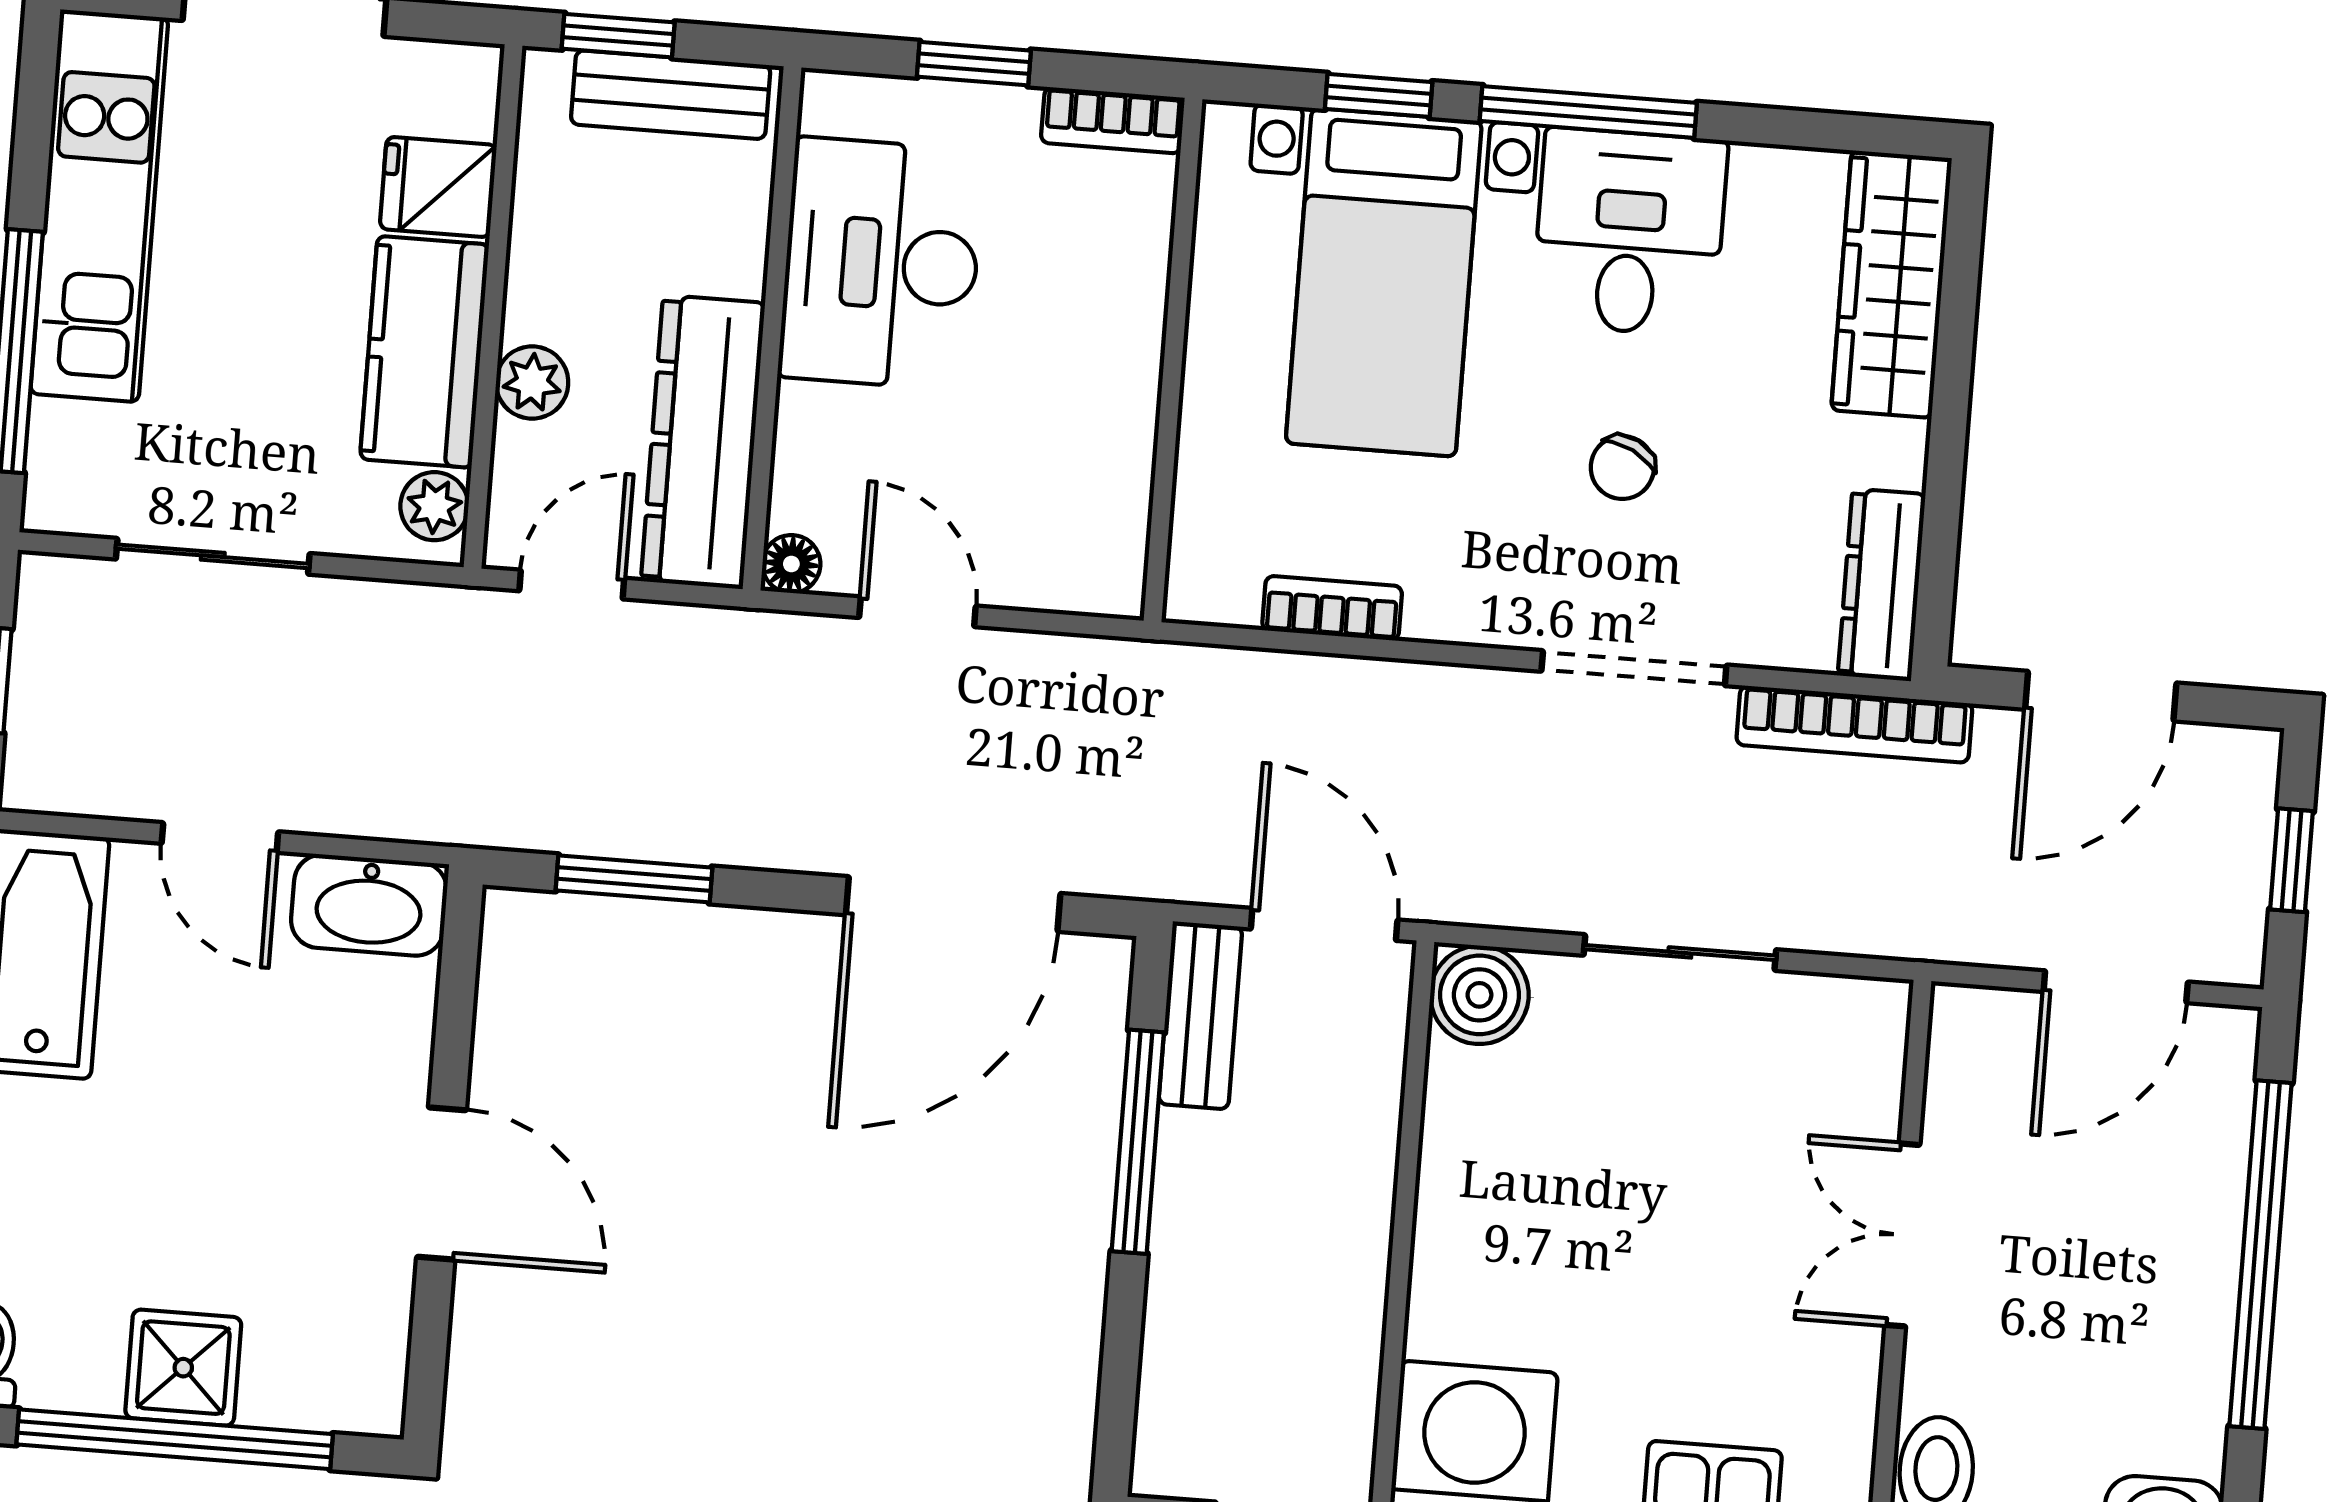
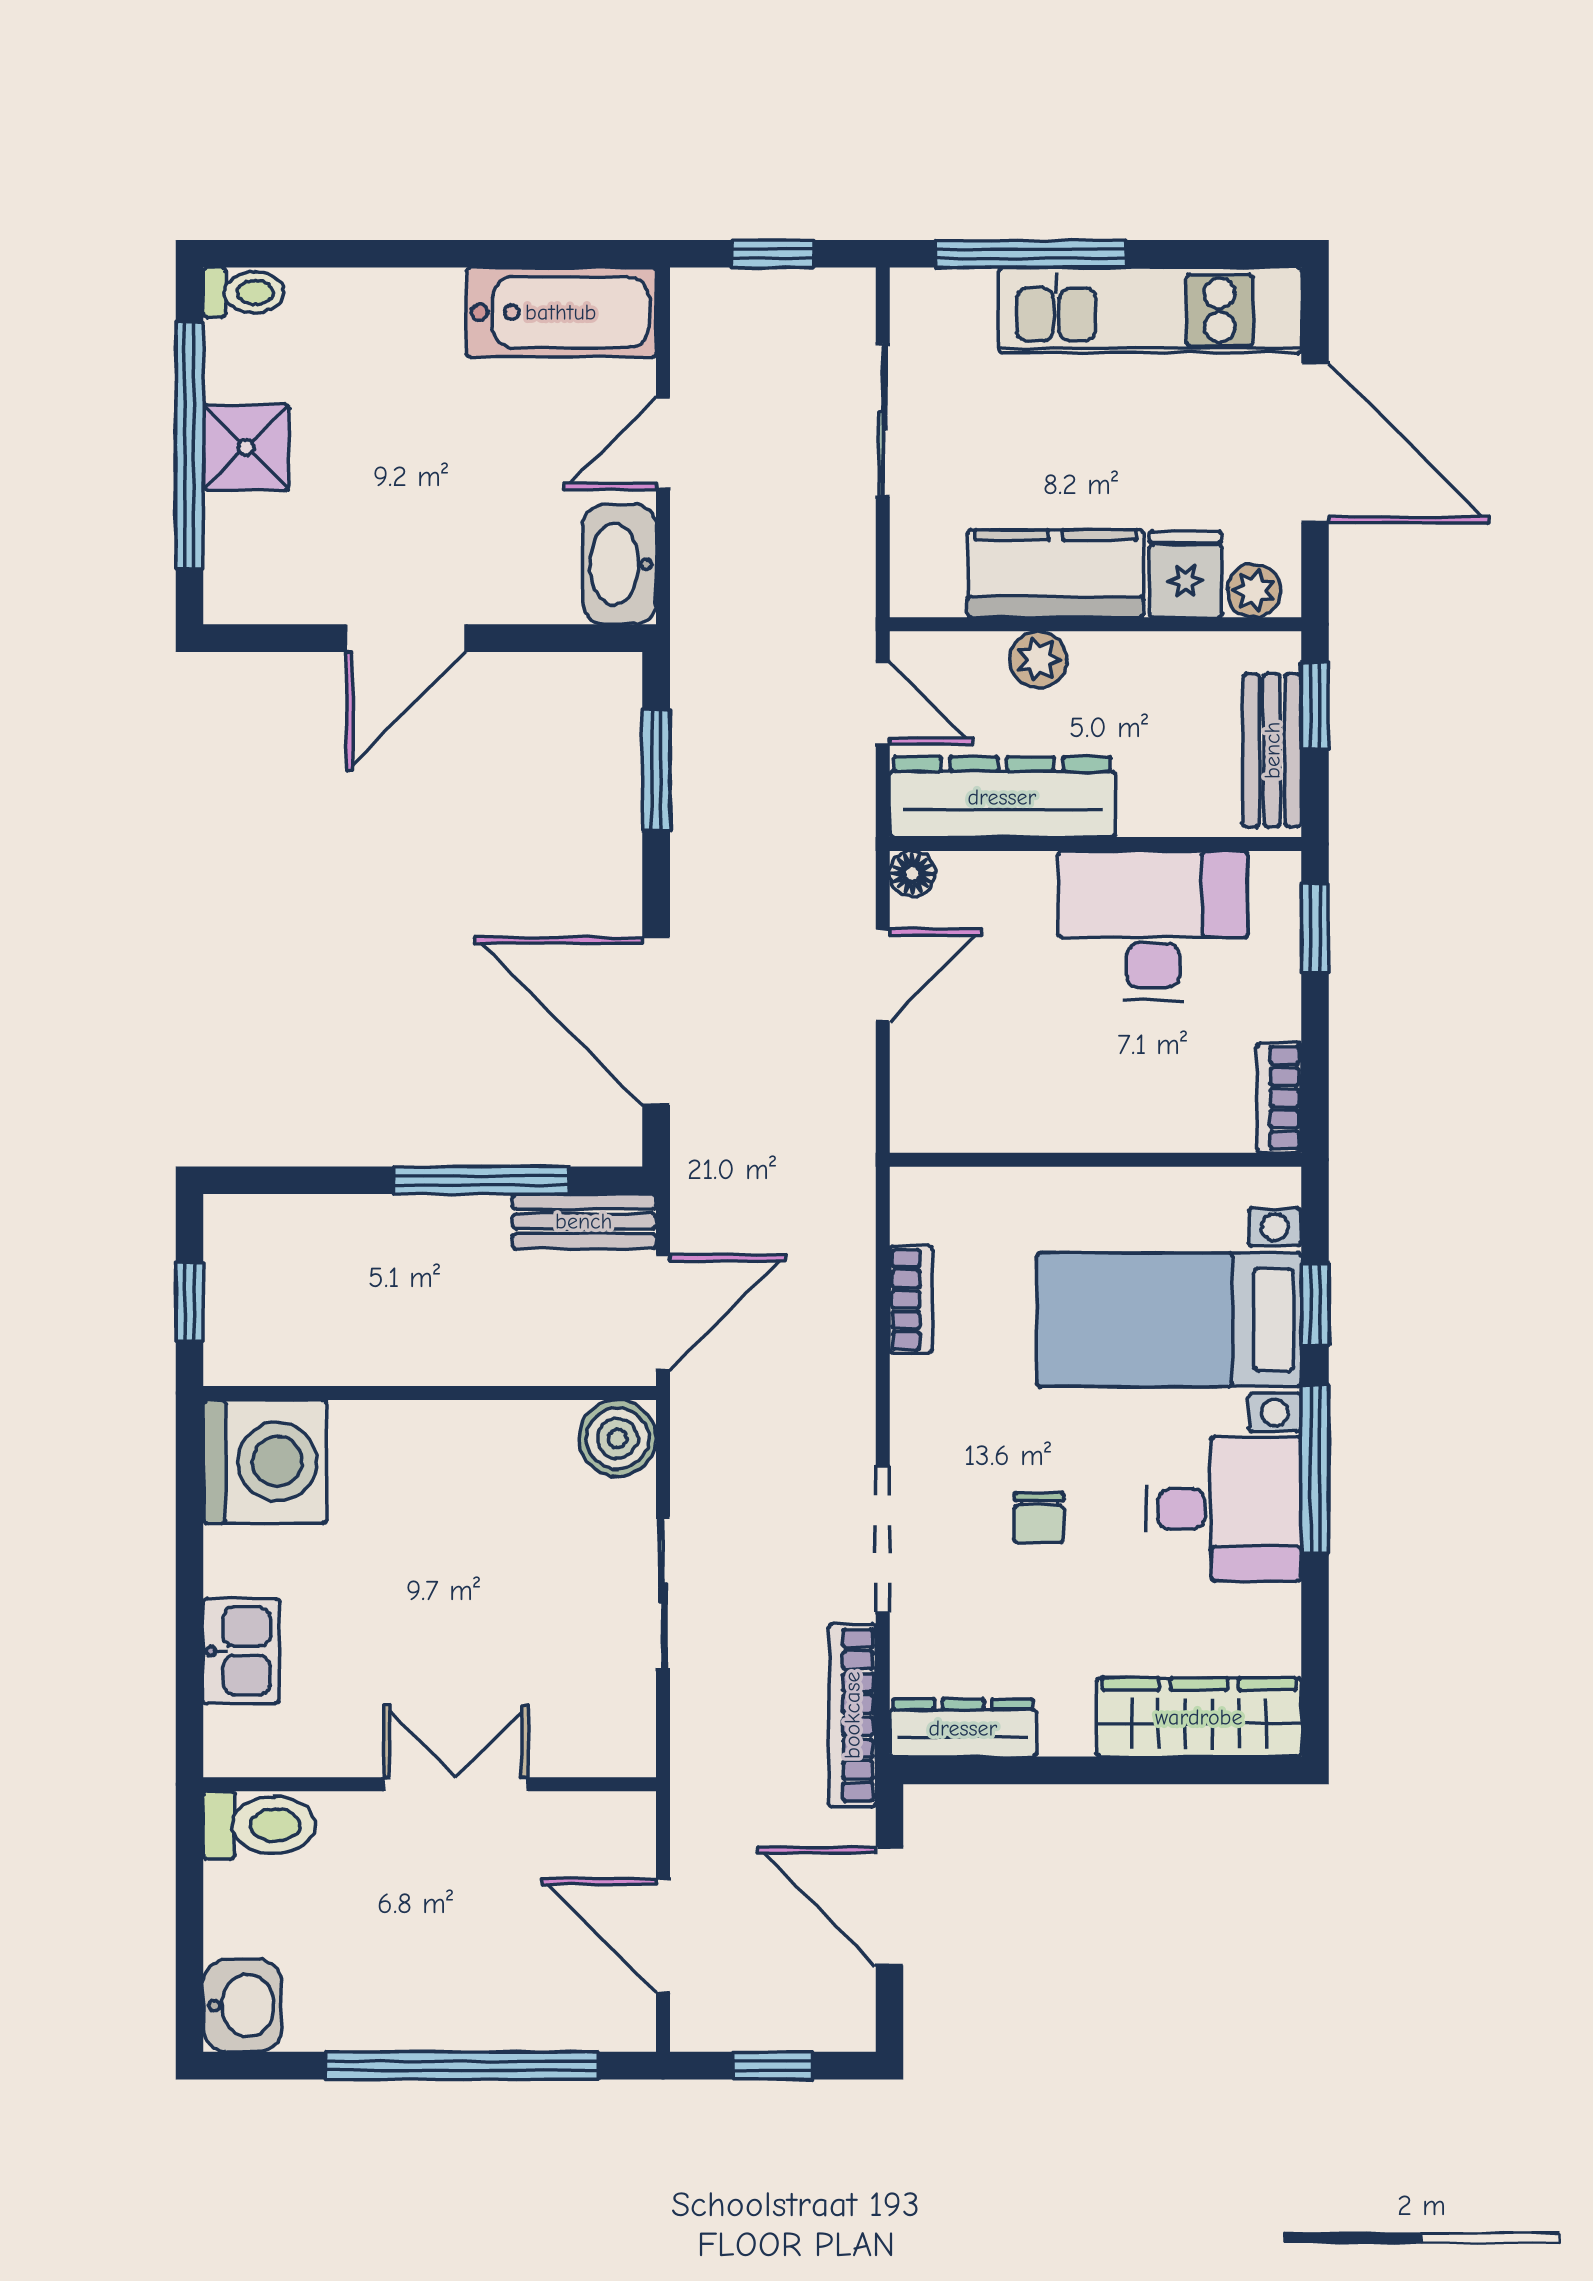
window: (974, 64) -> (1315, 928), moved
chair: (1622, 467) -> (1039, 1518), turned -117
plant: (434, 506) -> (1254, 591), moved

